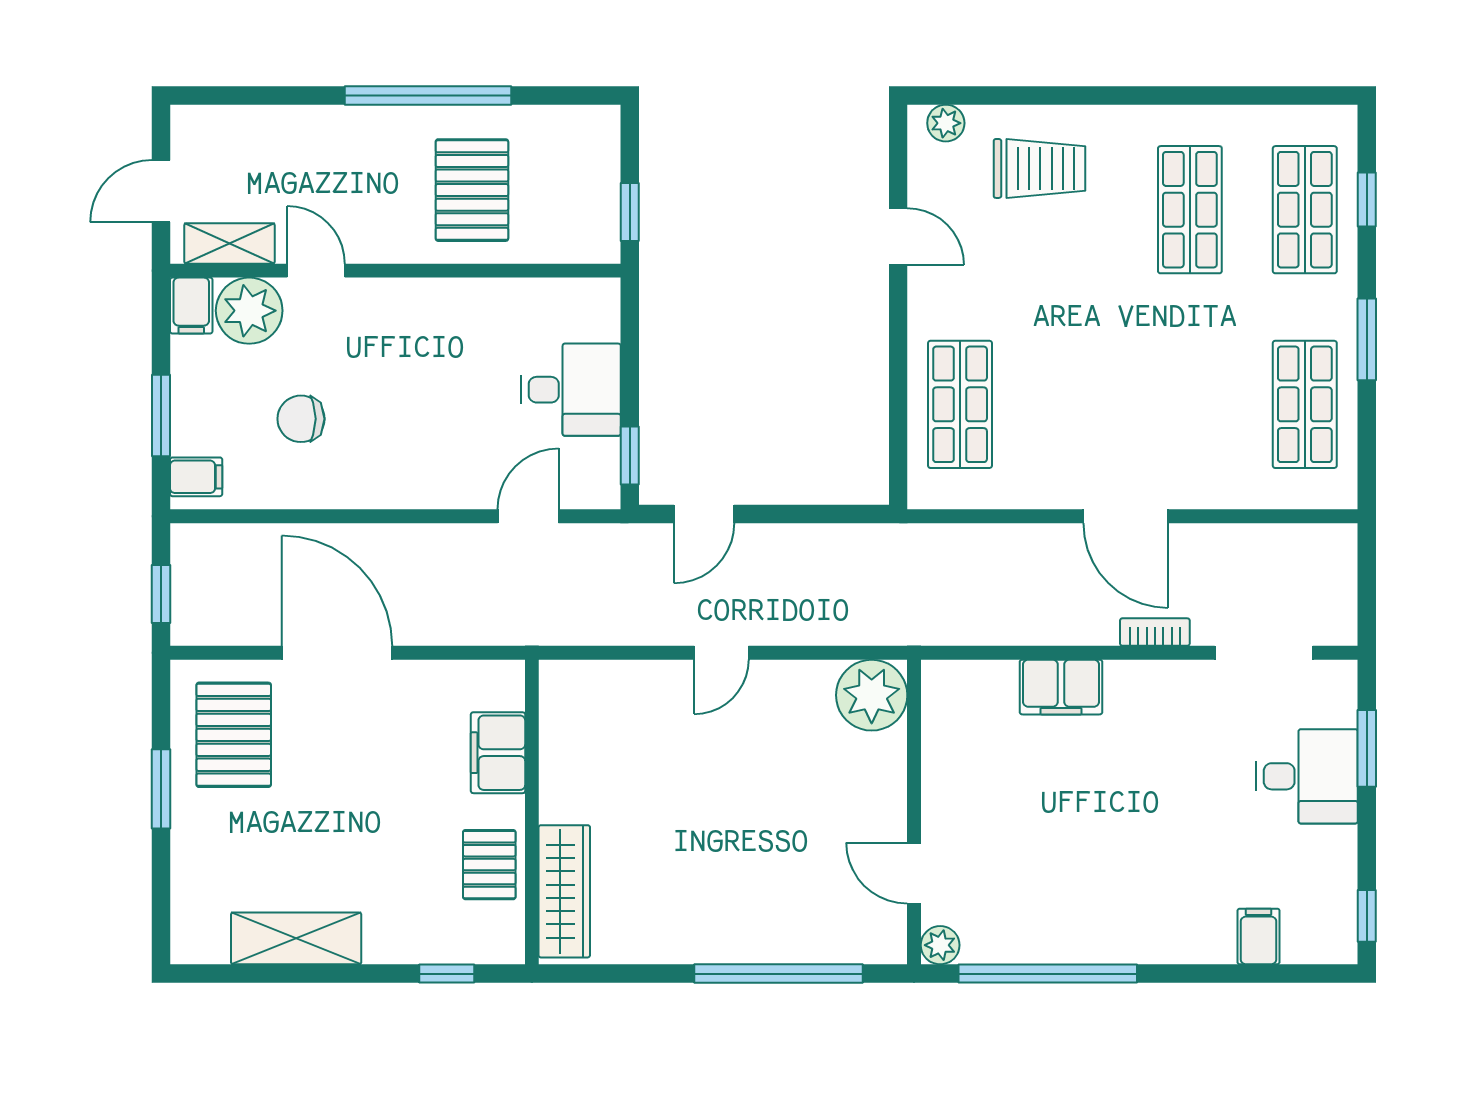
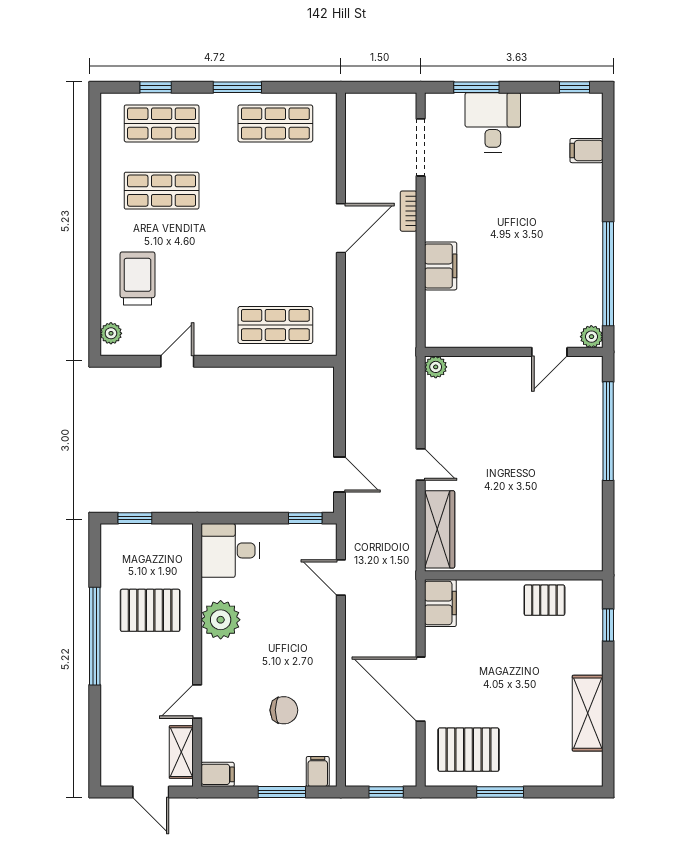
window: (630, 212) -> (135, 518), moved
plant: (249, 311) -> (221, 620), moved
desk: (571, 390) -> (230, 550), moved, turned -90
chair: (301, 419) -> (284, 710), turned -90
door: (337, 653) -> (421, 689), hinge flipped
plant: (872, 695) -> (436, 367), width x0.53, depth x0.53
filing cabinet: (498, 753) -> (440, 603), moved, turned -90
wardrobe: (564, 891) -> (440, 529), moved, turned 90

